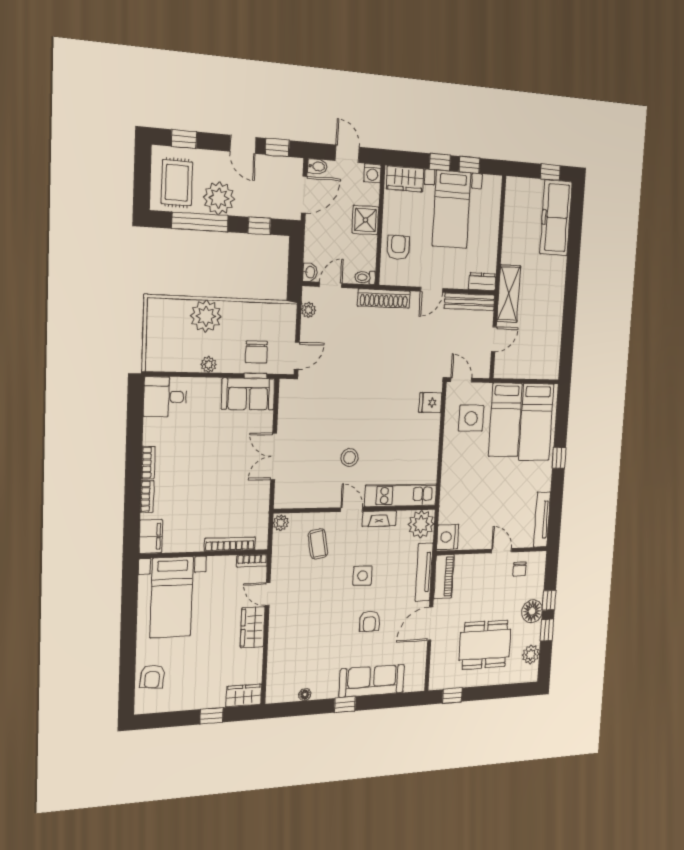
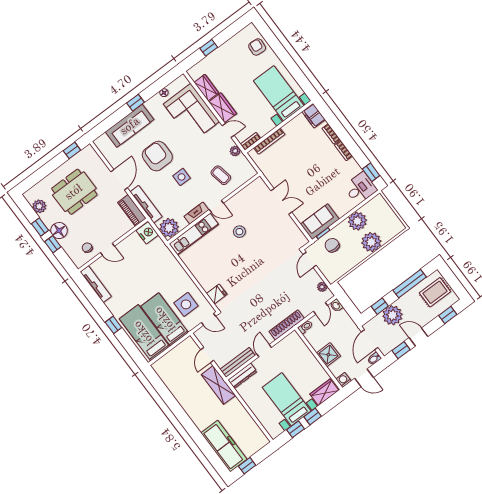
rug: (177, 183) -> (435, 292), turned 90
plant: (219, 198) -> (392, 315), moved
armchair: (398, 247) -> (300, 356), removed
dresser: (482, 282) -> (242, 376), width x1.44
plant: (209, 365) -> (357, 221), width x1.87, depth x1.87
window: (135, 407) -> (371, 172), added
plant: (281, 523) -> (235, 151), moved
armchair: (370, 621) -> (157, 156), width x1.88, depth x1.88
corner sofa: (293, 647) -> (191, 113), added
wardrobe: (244, 695) -> (206, 88), moved, turned -90

